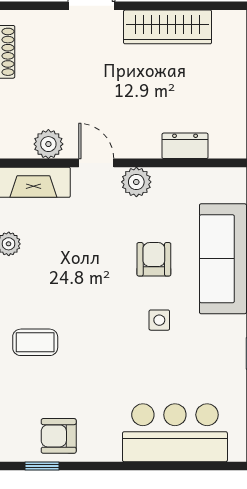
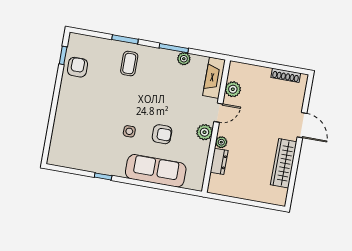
plant: (149, 148) -> (221, 142), added
bar counter: (175, 433) -> (68, 129), removed

